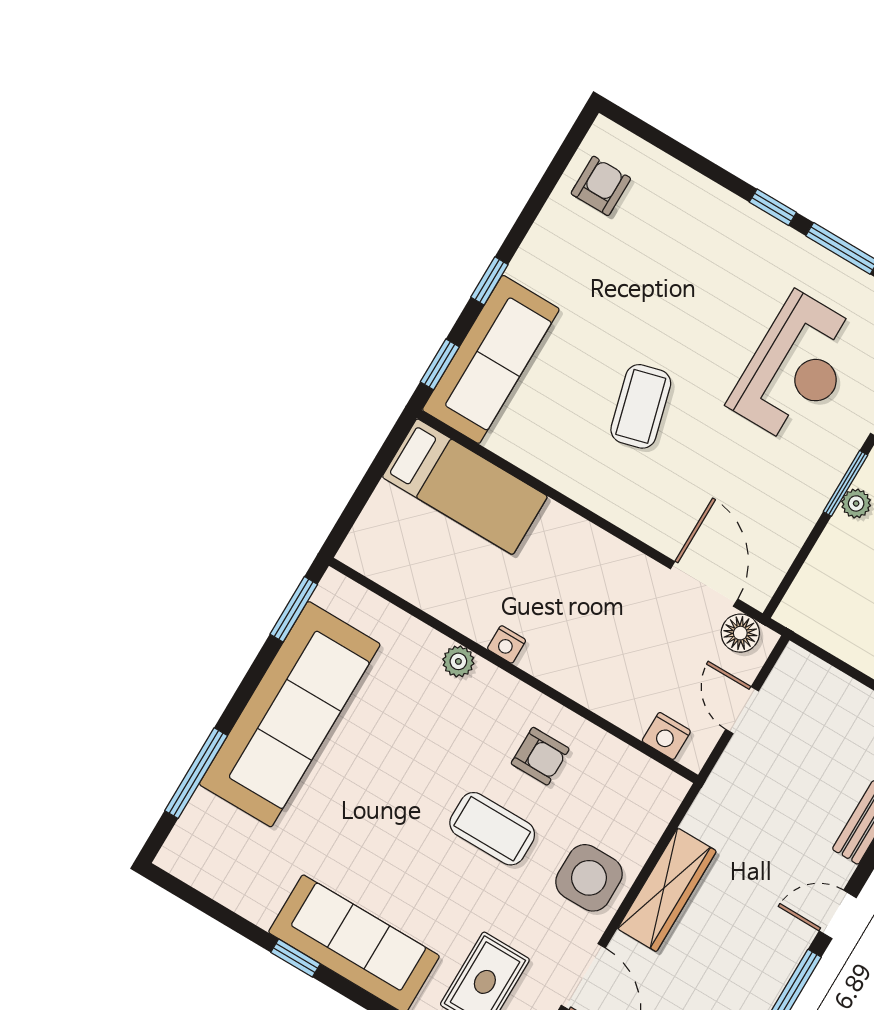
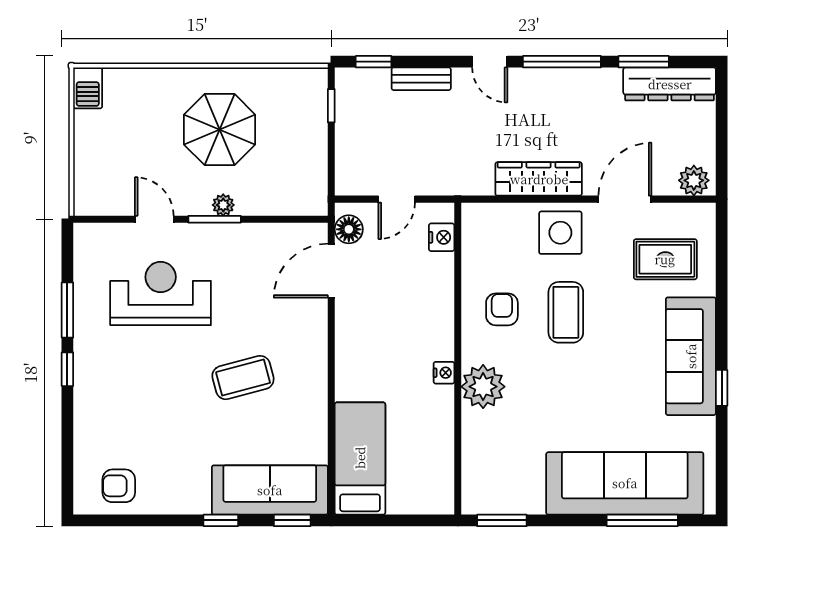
plant: (458, 661) -> (483, 387), width x1.88, depth x1.88
sofa: (290, 714) -> (625, 483), moved

